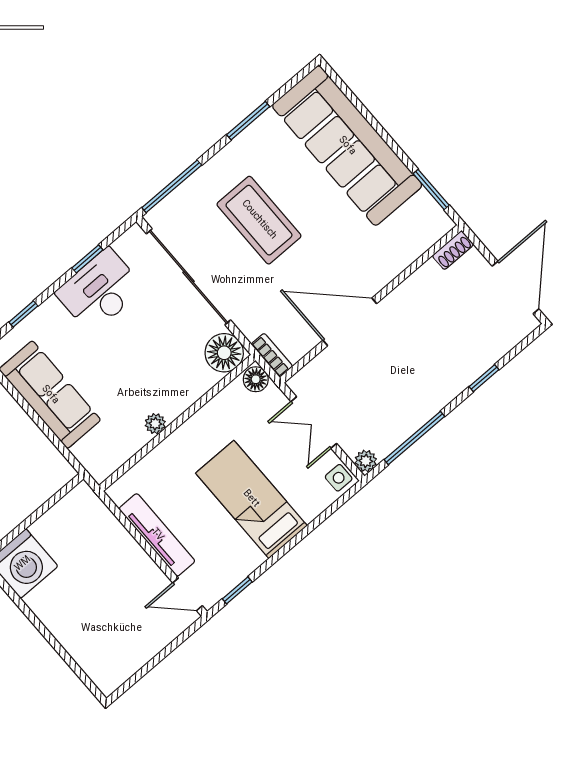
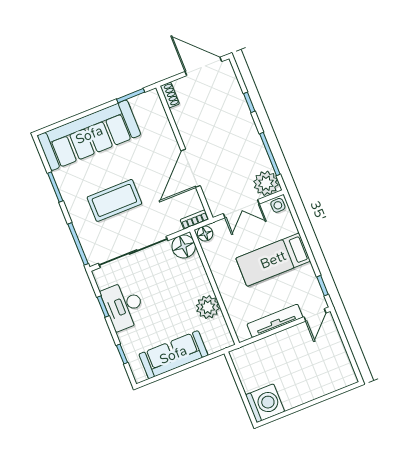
plant: (155, 424) -> (208, 307), width x1.87, depth x1.87
plant: (366, 461) -> (266, 183), width x1.88, depth x1.88

